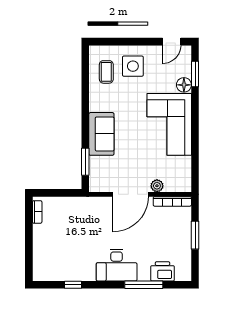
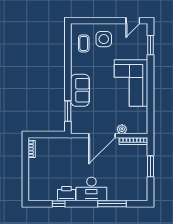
floor lamp: (184, 85) -> (142, 53), removed
printer: (162, 271) -> (66, 194), moved

